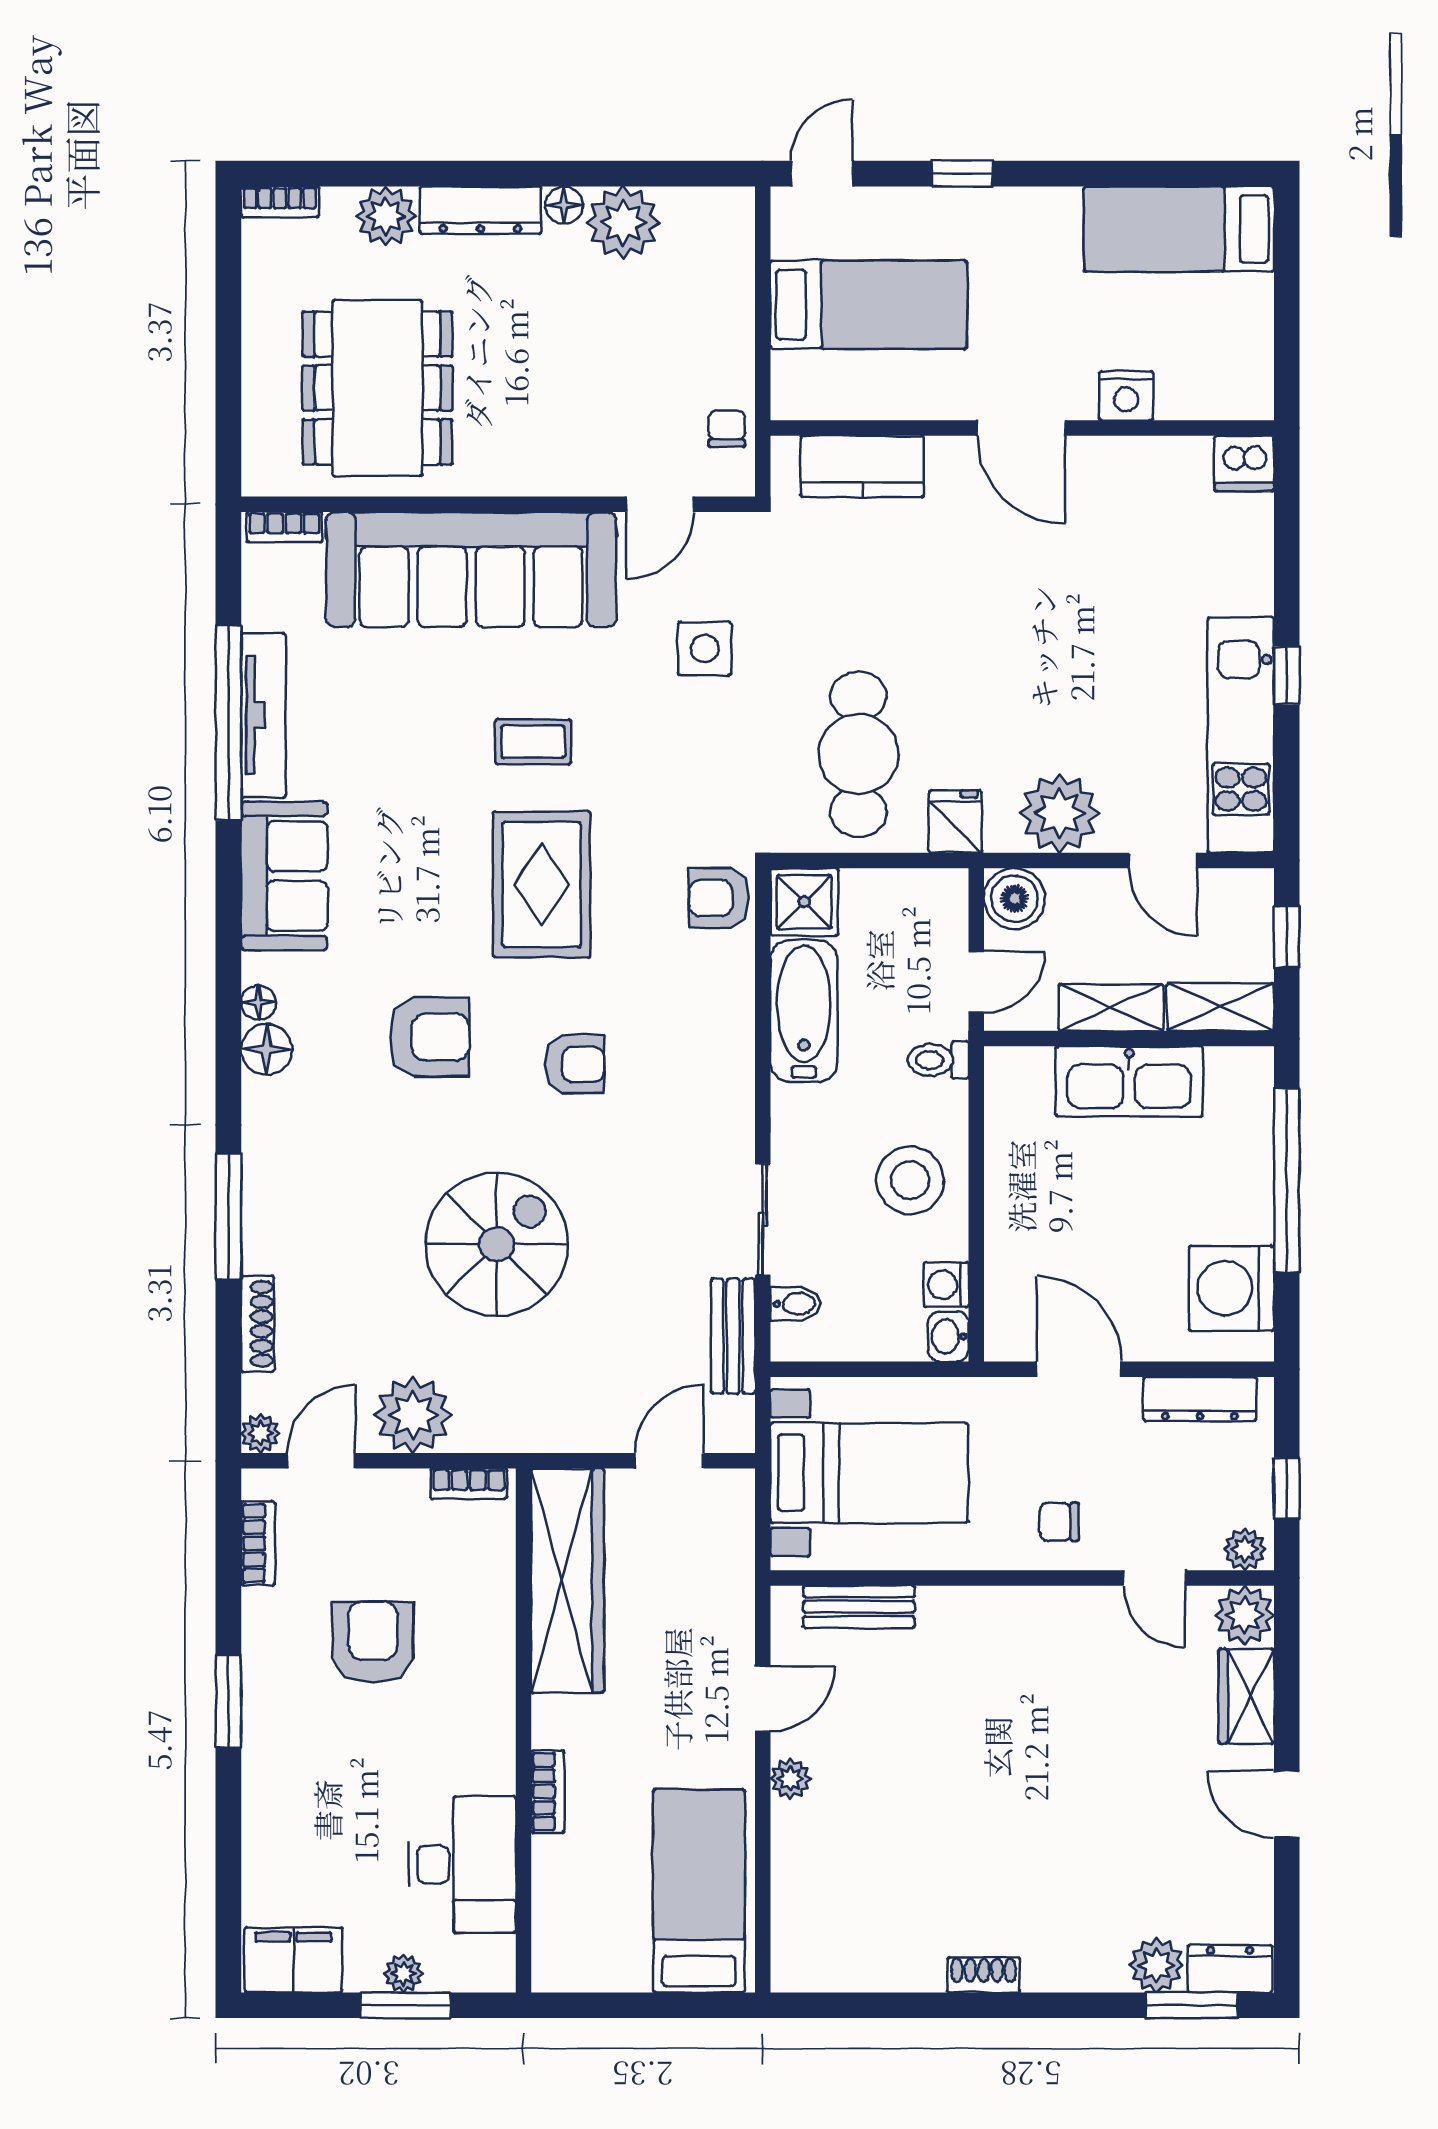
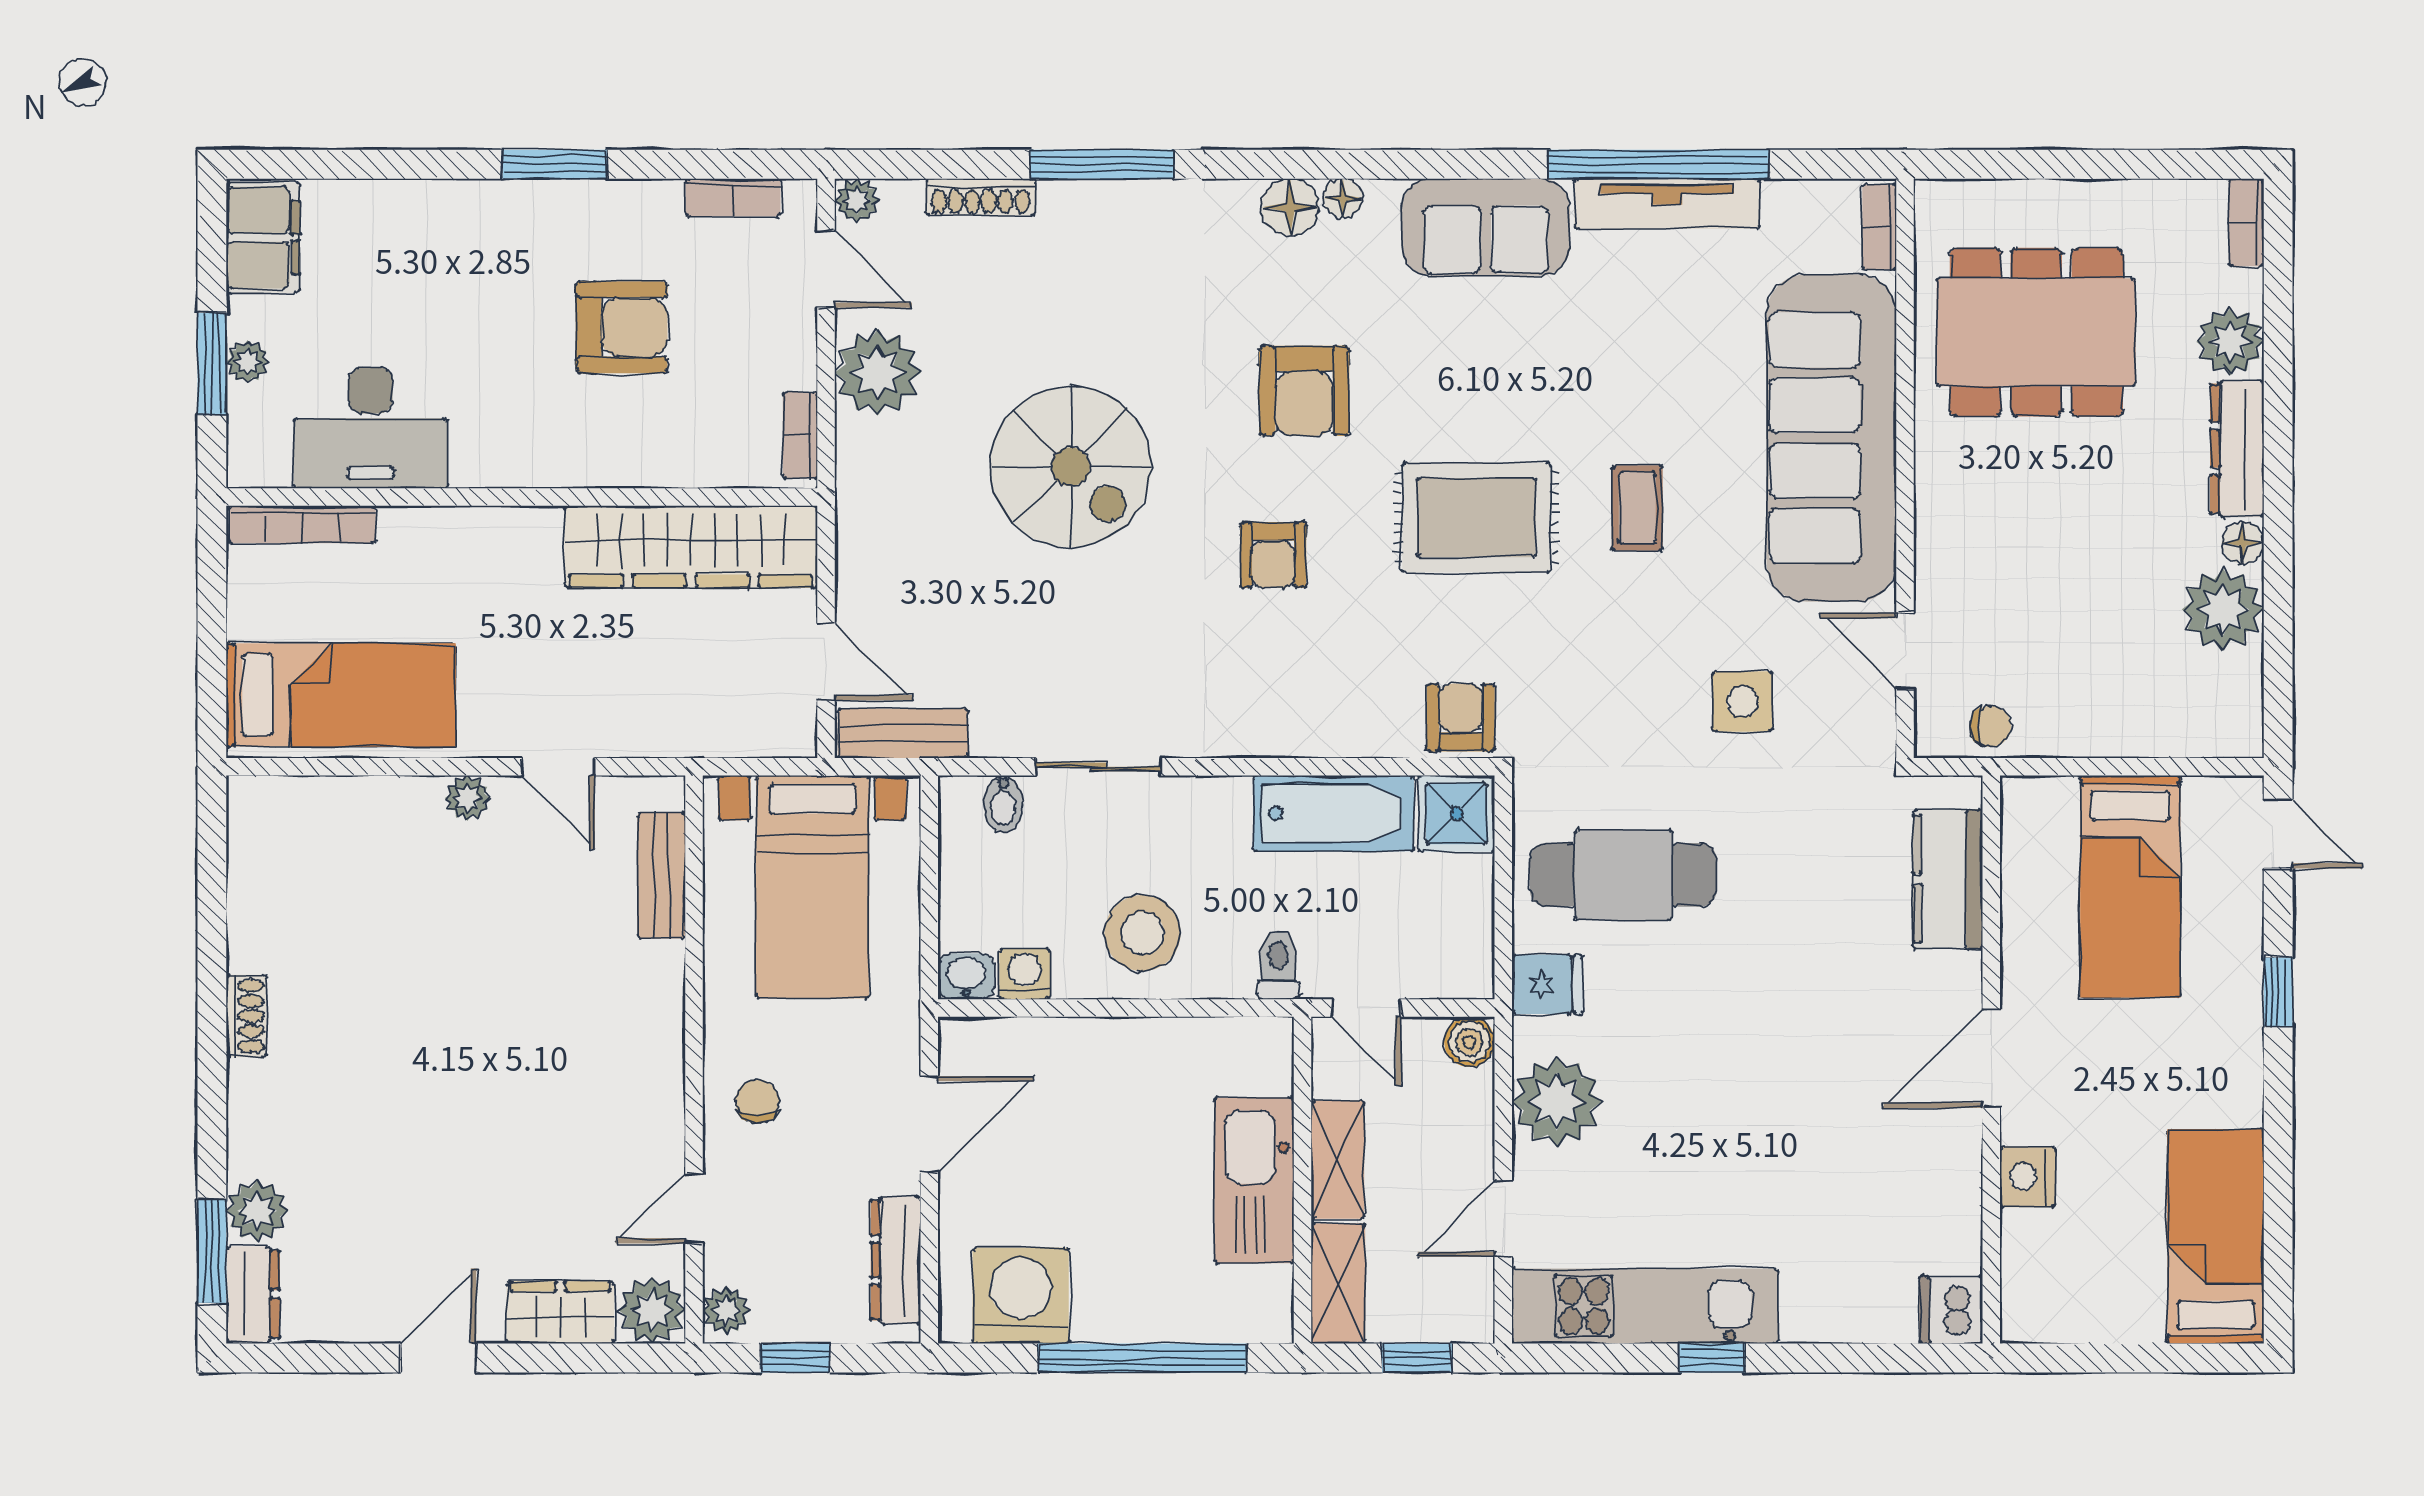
boiler: (1015, 899) -> (1469, 1042), width x0.73, depth x0.73
bench: (733, 1336) -> (903, 733), moved
bookcase: (548, 1792) -> (302, 524), moved, width x1.56

